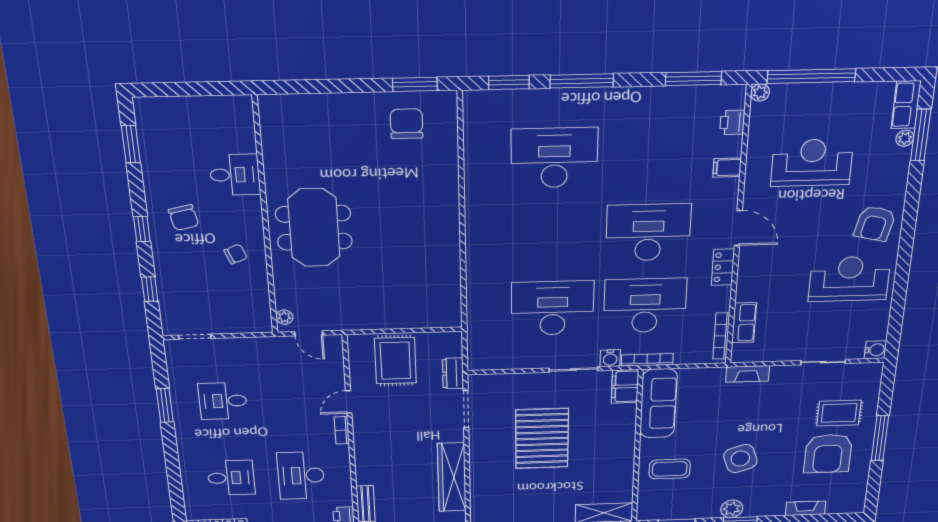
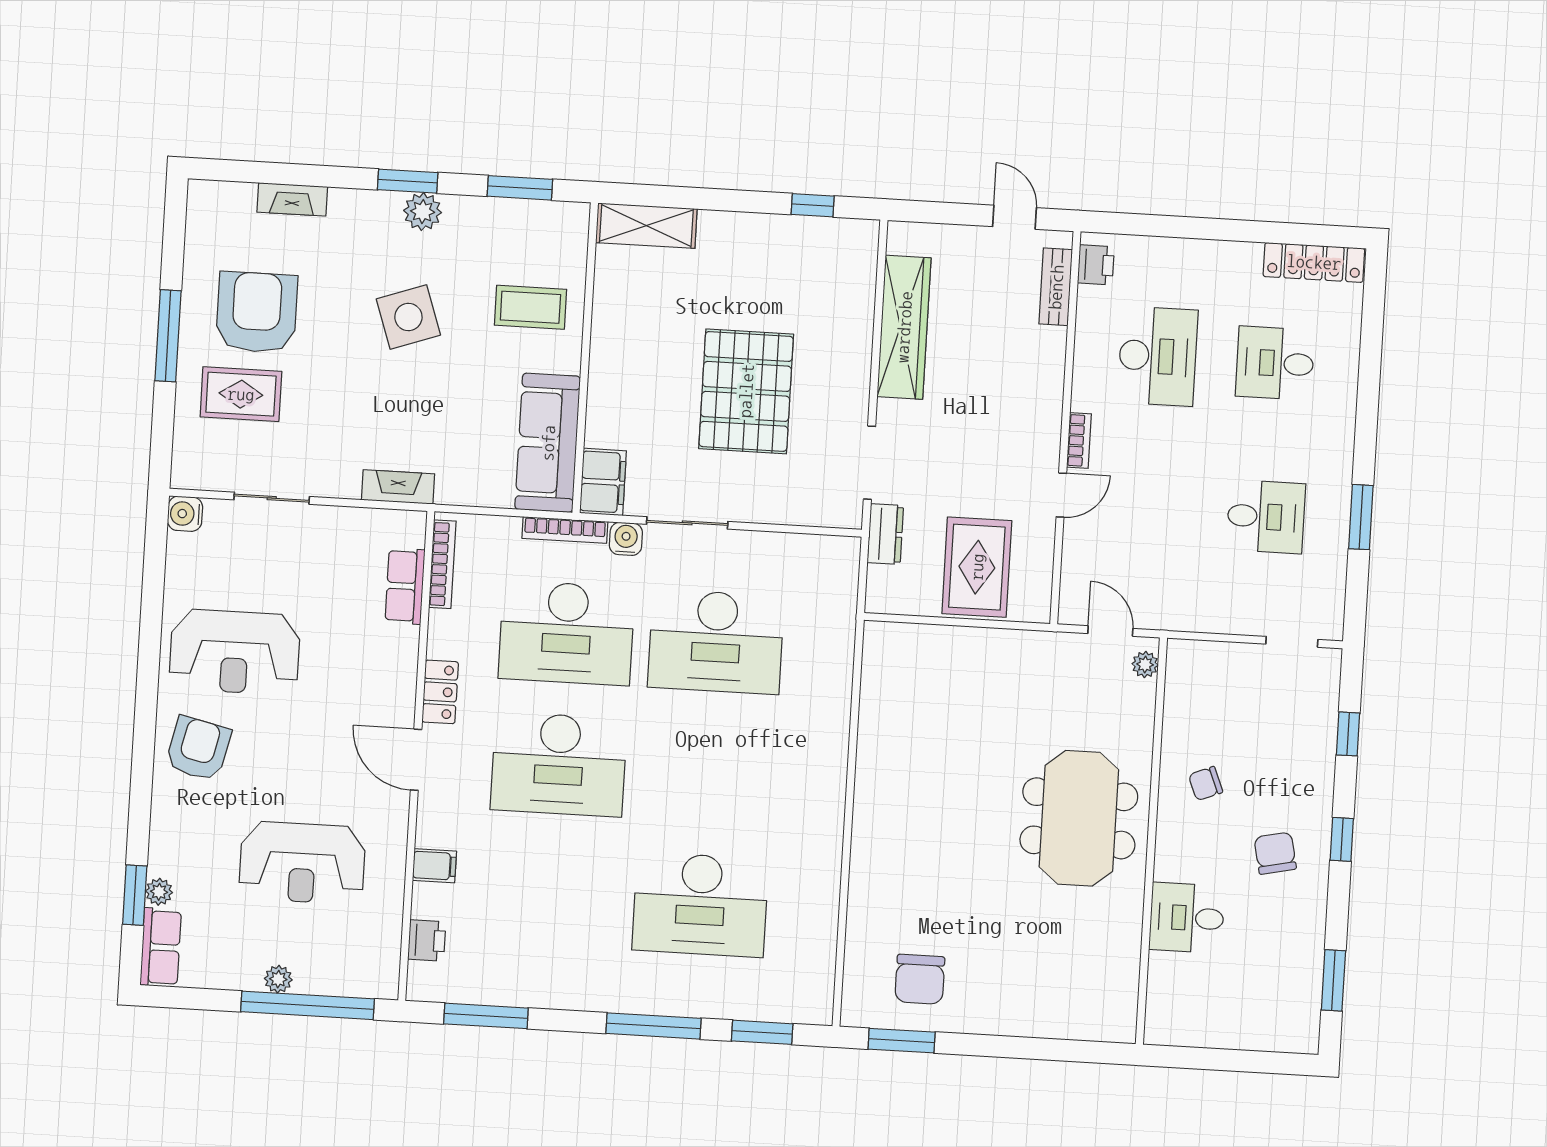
plant: (760, 92) -> (278, 979), moved
window: (921, 135) -> (135, 895), width x0.69

